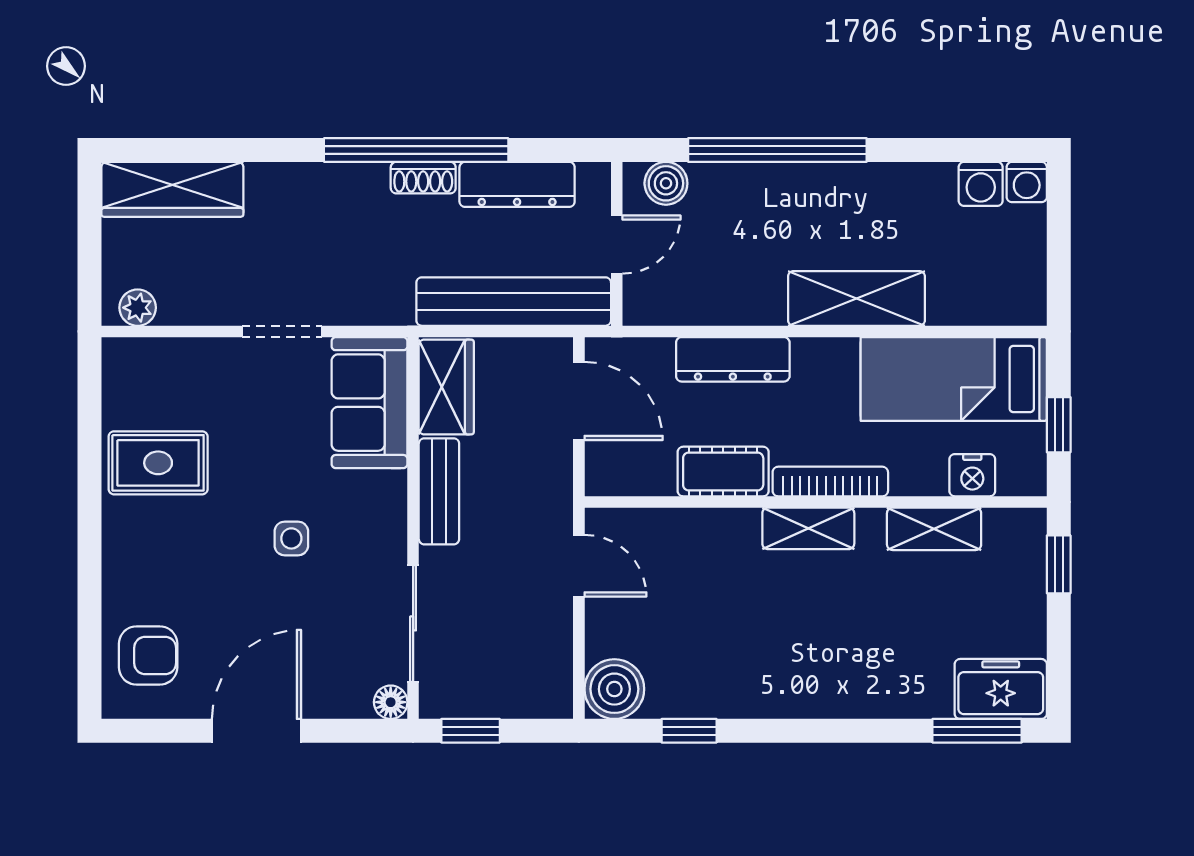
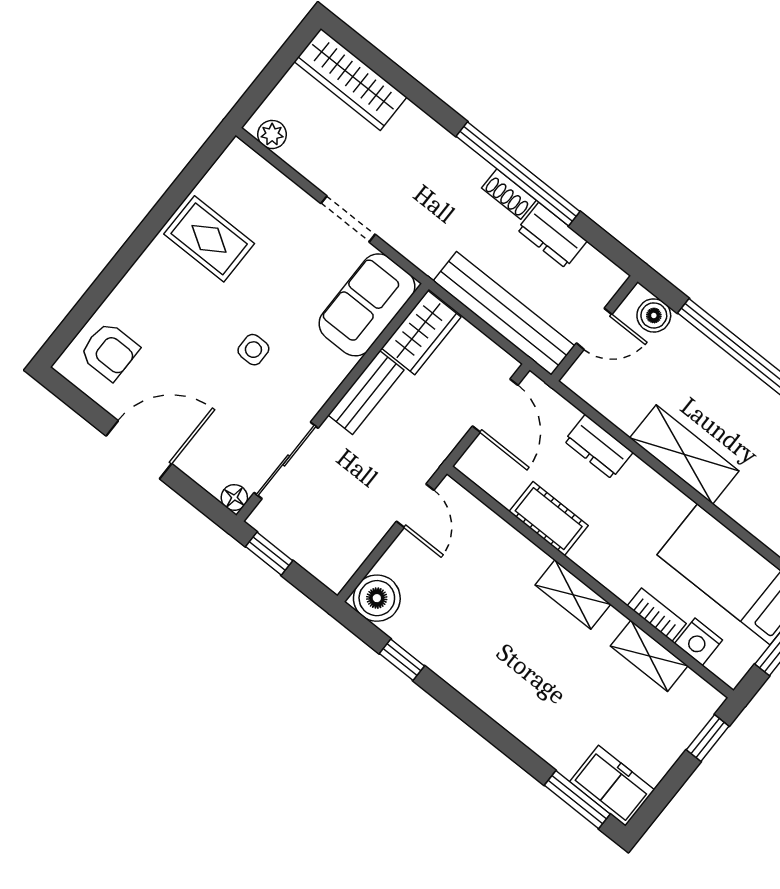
dresser: (517, 184) -> (552, 235), width x0.70
shelving: (856, 298) -> (684, 454), moved
dresser: (733, 359) -> (599, 447), width x0.70
bookcase: (830, 481) -> (657, 615), moved, width x0.64

